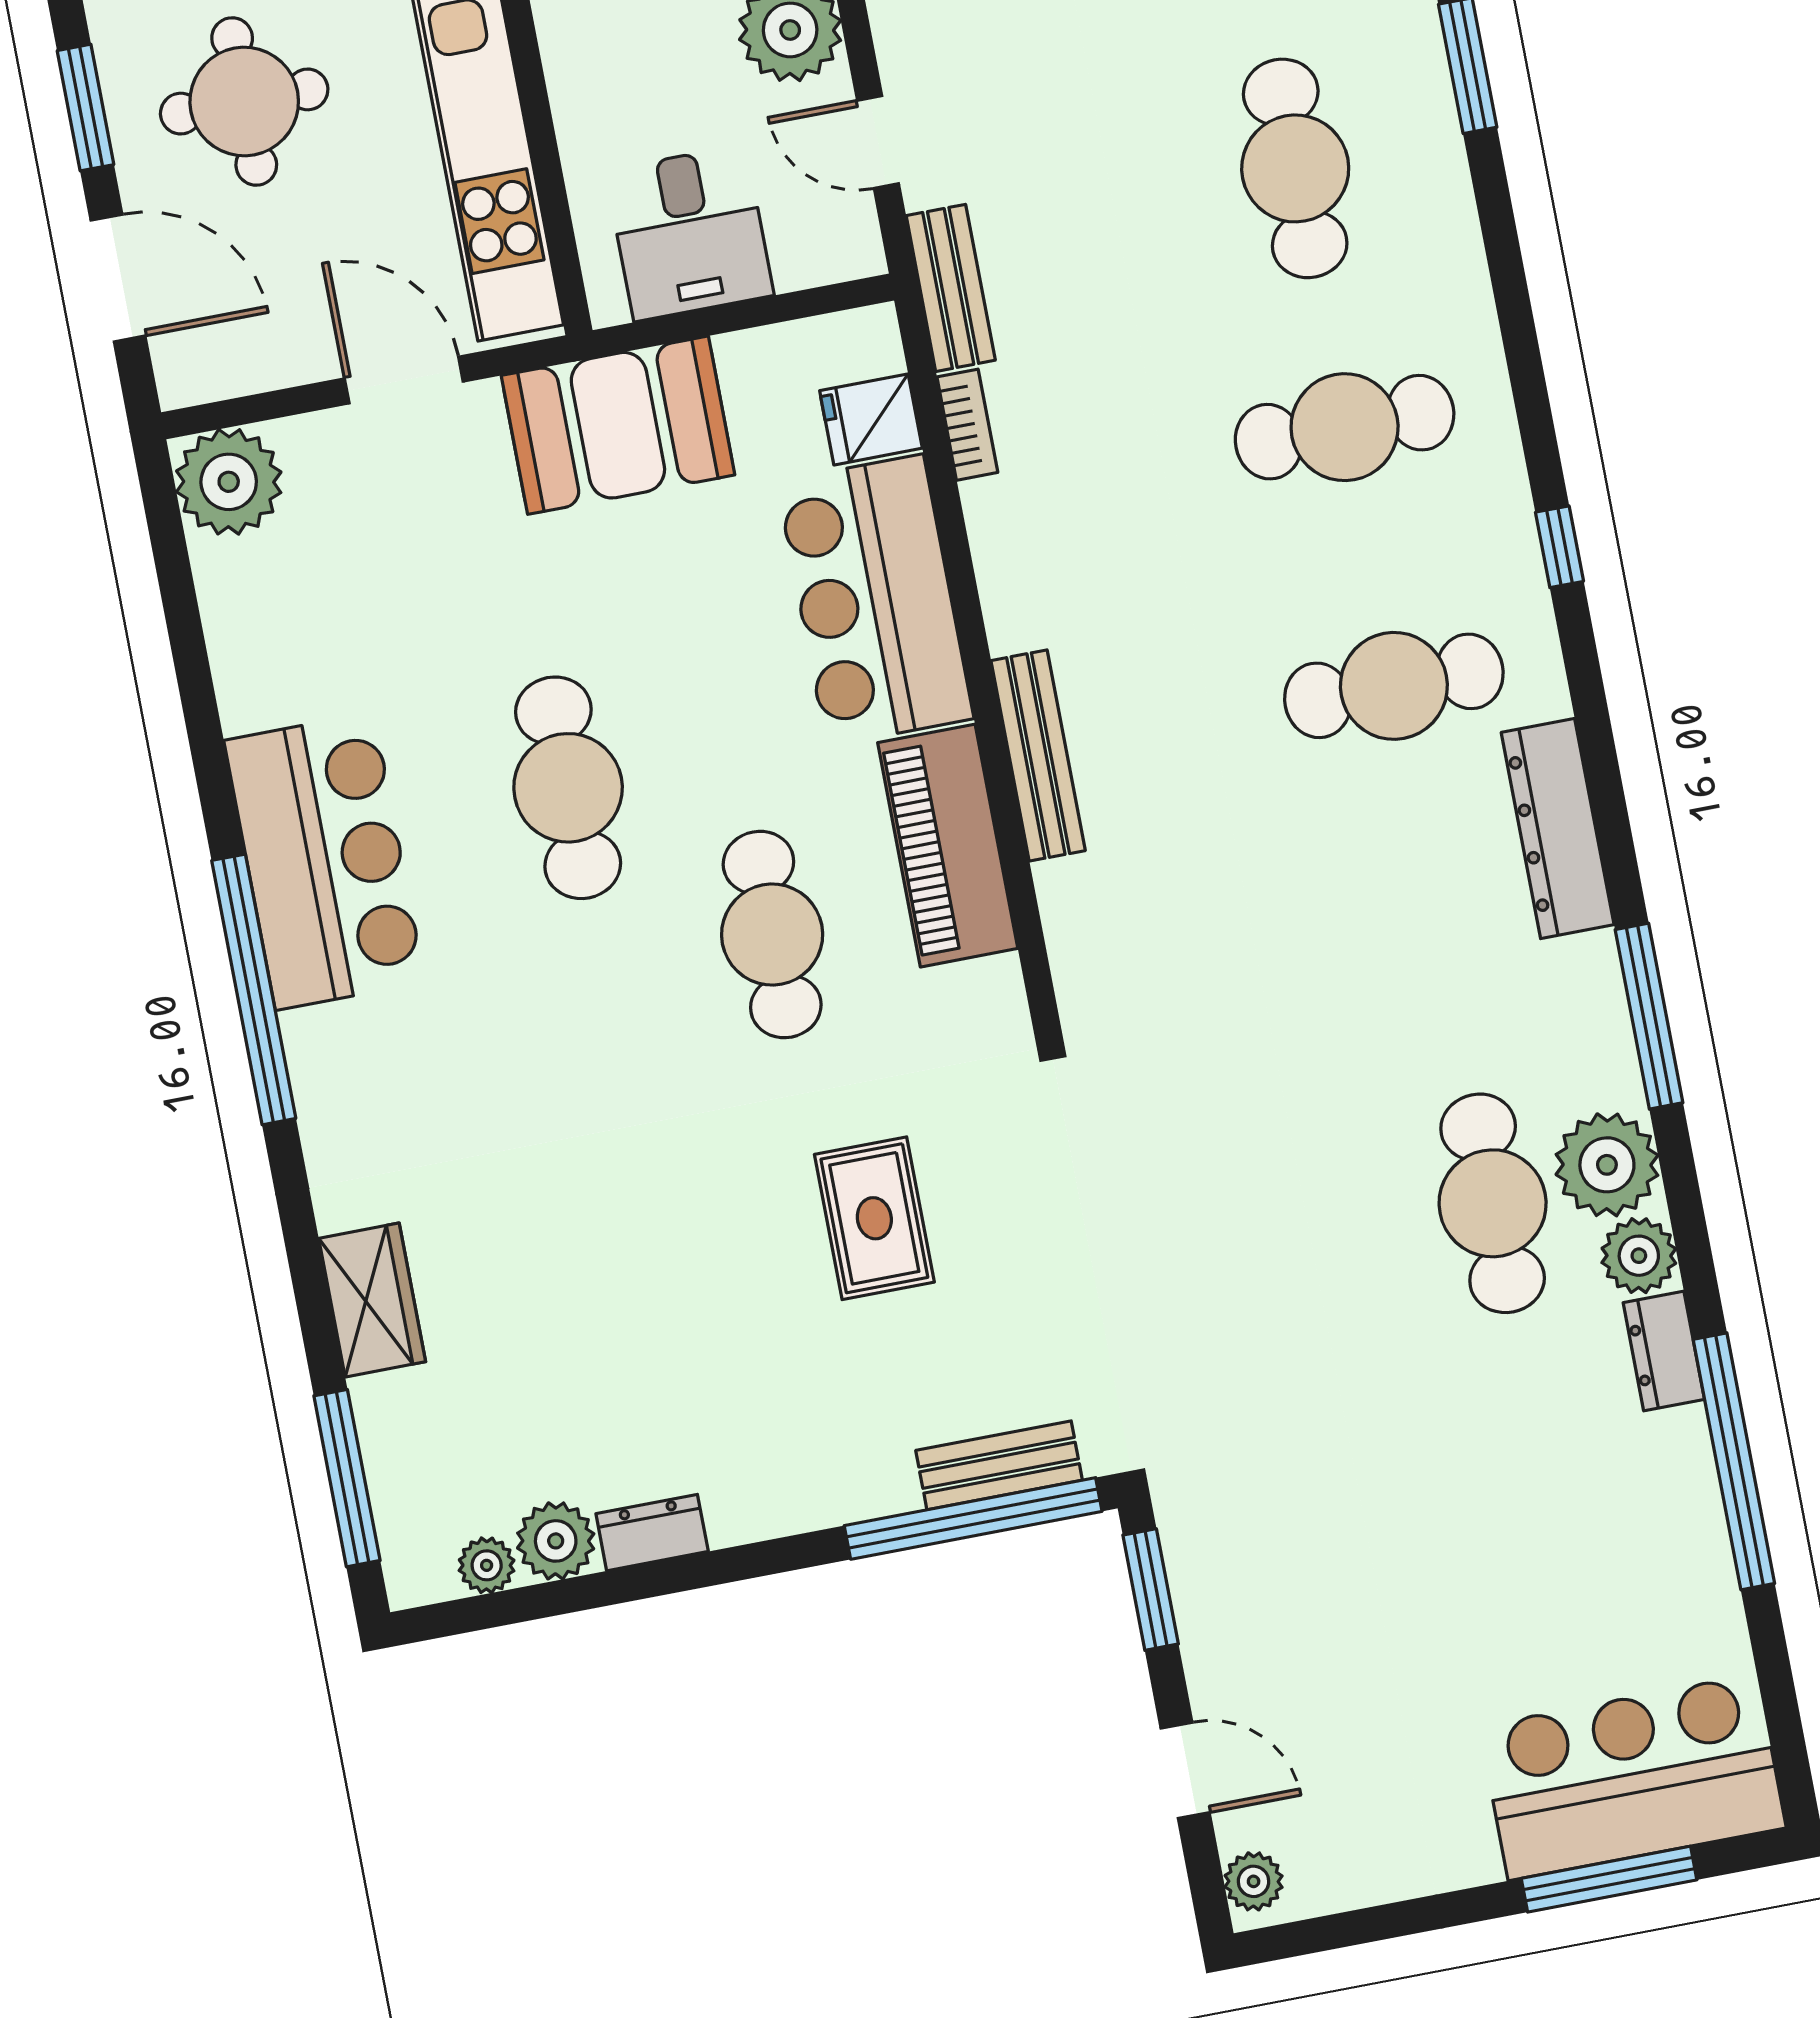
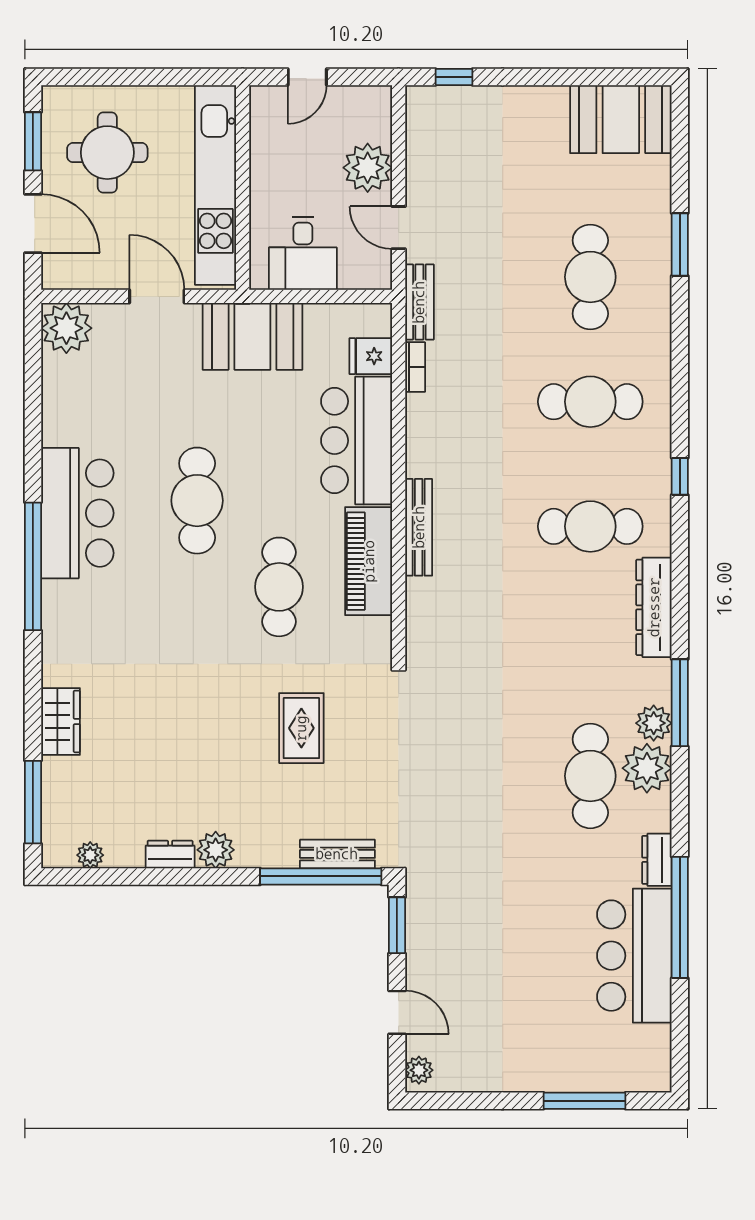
plant: (1639, 1256) -> (654, 723), moved
plant: (556, 1541) -> (216, 850), moved
bar counter: (1633, 1777) -> (634, 956), moved, turned -90

